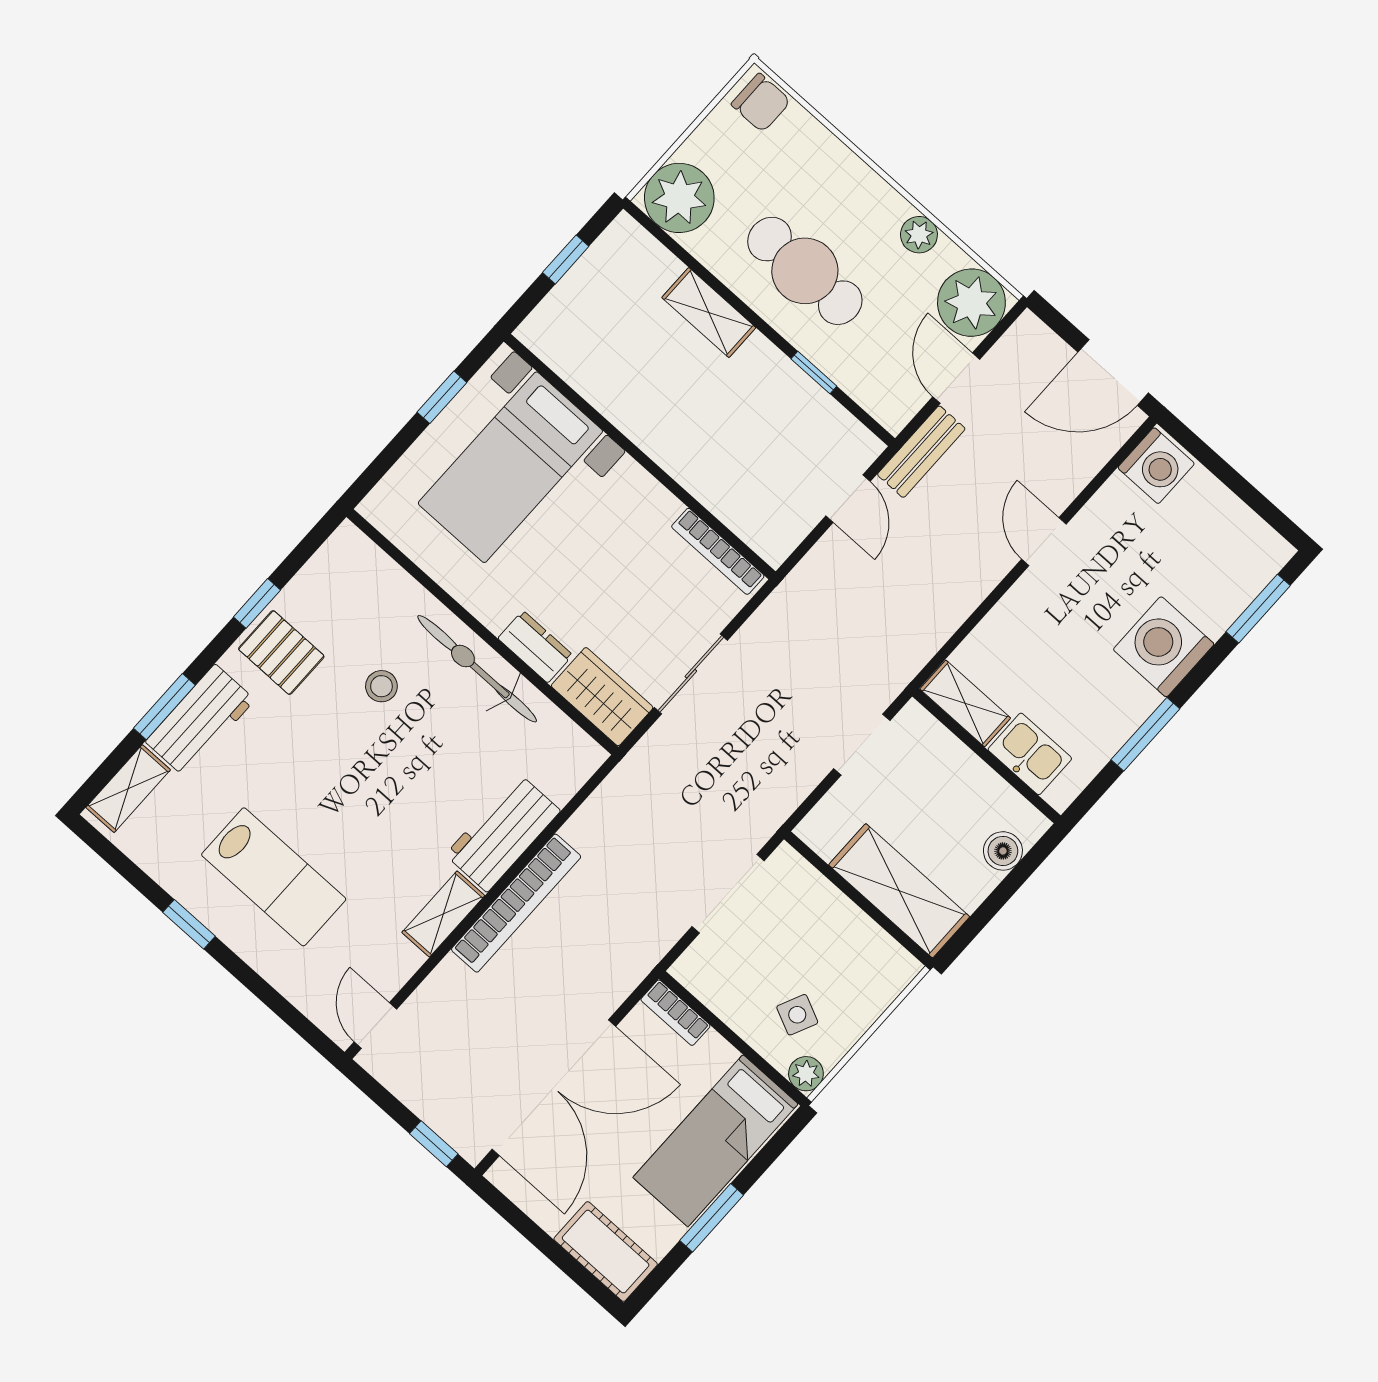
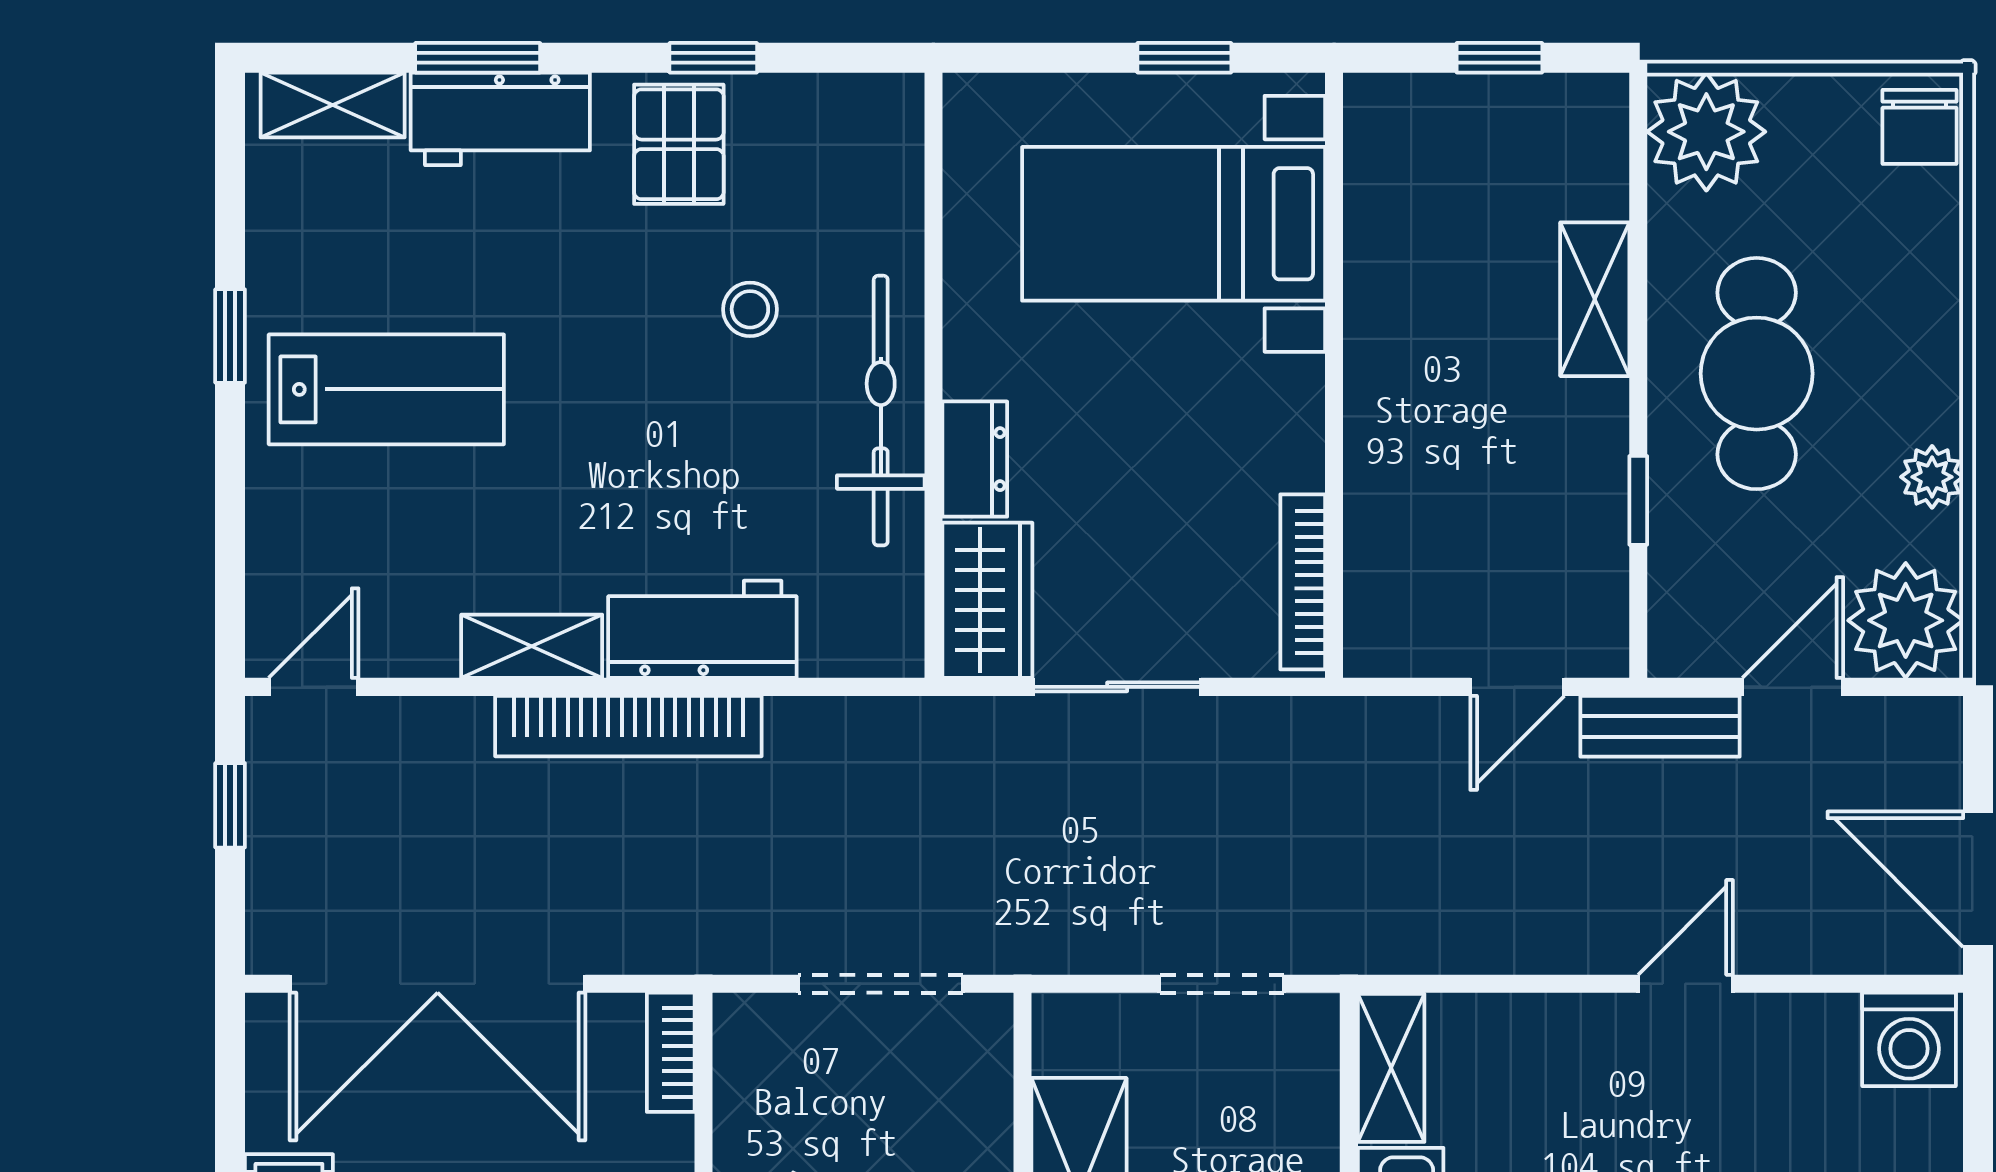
lab bench: (274, 877) -> (386, 389), turned -90
window: (434, 1144) -> (230, 805), moved

